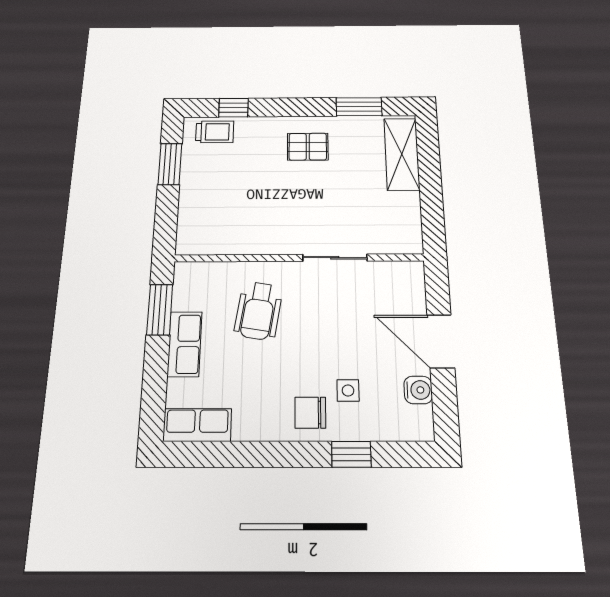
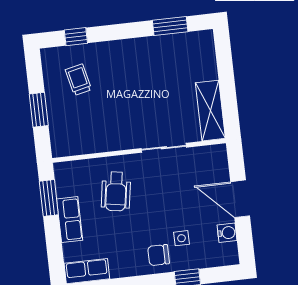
trolley: (215, 132) -> (78, 80), moved, turned -103
pallet: (308, 147) -> (135, 64), removed
shelving: (402, 154) -> (210, 111), moved
window: (170, 164) -> (39, 110), moved

